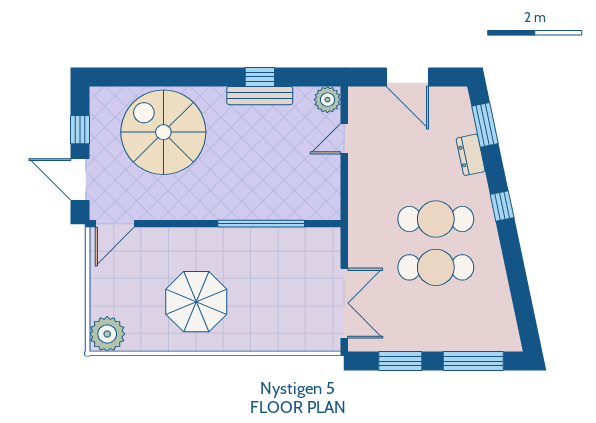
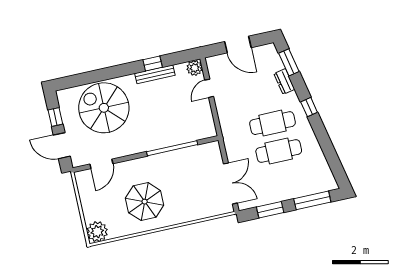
door: (115, 224) -> (101, 164), moved

